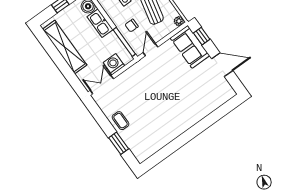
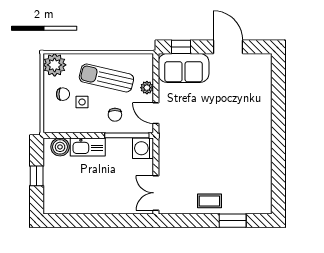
plant: (179, 21) -> (147, 88), moved
shelving: (65, 47) -> (86, 204), removed
washing machine: (114, 64) -> (143, 148), moved
door: (222, 65) -> (228, 47), hinge flipped

